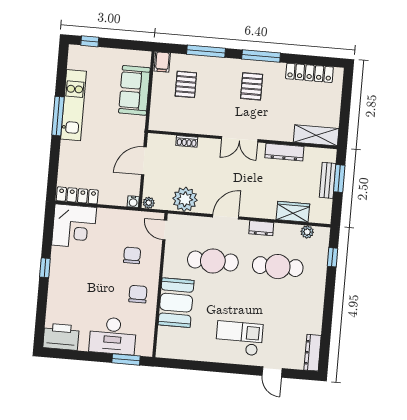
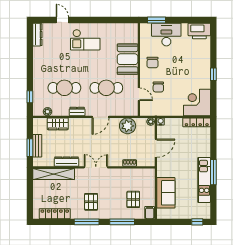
shelving: (316, 135) -> (54, 174), width x1.47
door: (165, 230) -> (139, 94), moved

